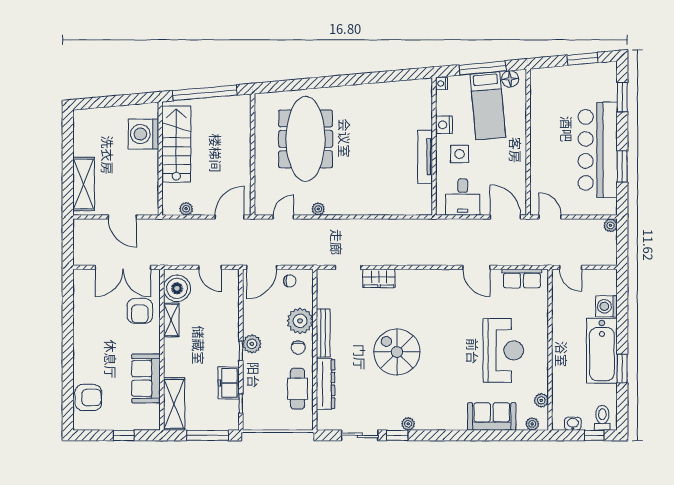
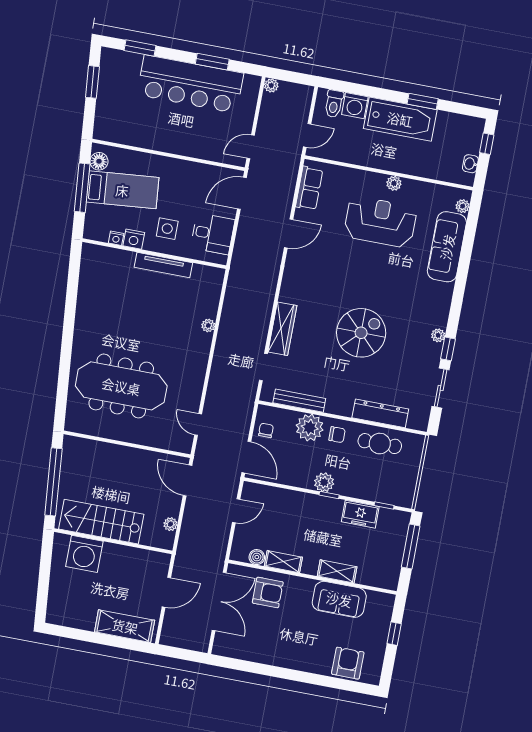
nightstand: (442, 84) -> (116, 238), moved
plant: (318, 209) -> (208, 325), moved
wardrobe: (379, 278) -> (282, 329), width x1.50
boiler: (177, 288) -> (257, 557), width x0.54, depth x0.54
bench: (323, 333) -> (299, 401), moved
spiral stairs: (397, 352) -> (361, 333), turned 180
plant: (541, 400) -> (394, 183), moved
shelving: (174, 404) -> (337, 571), moved, width x0.67, depth x0.75
sofa: (492, 416) -> (447, 247), width x1.36
toilet: (602, 418) -> (334, 104), moved, turned -90

